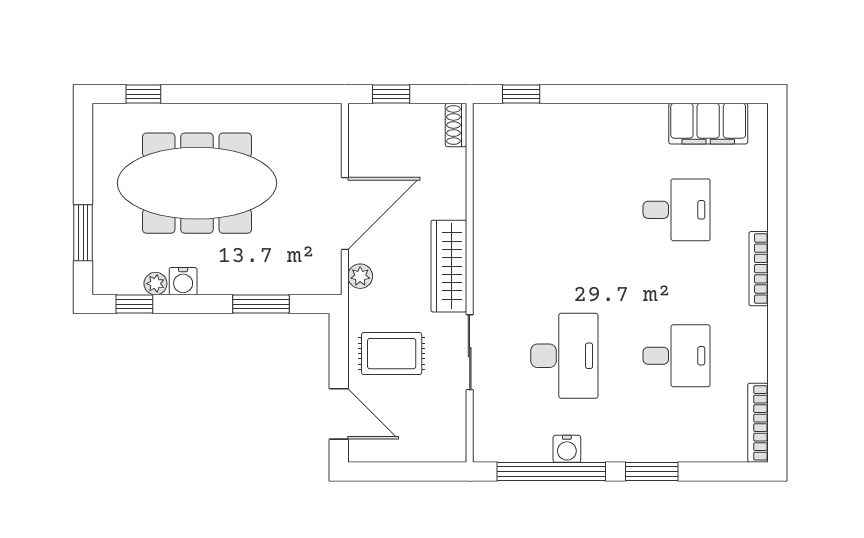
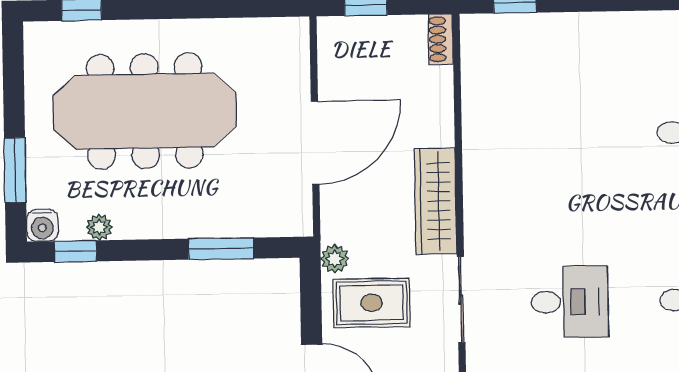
plant: (360, 276) -> (335, 259), moved
water cooler: (183, 281) -> (42, 225), moved
desk: (564, 356) -> (570, 302), width x0.73

